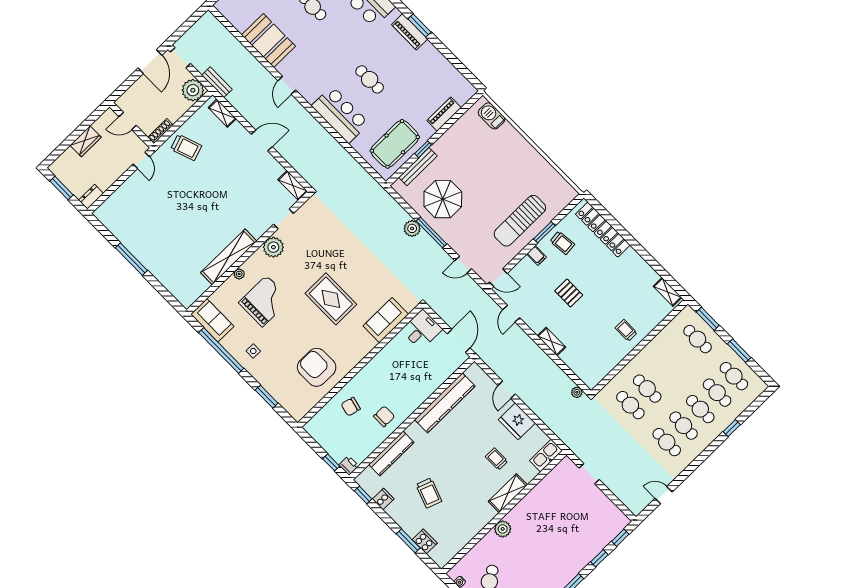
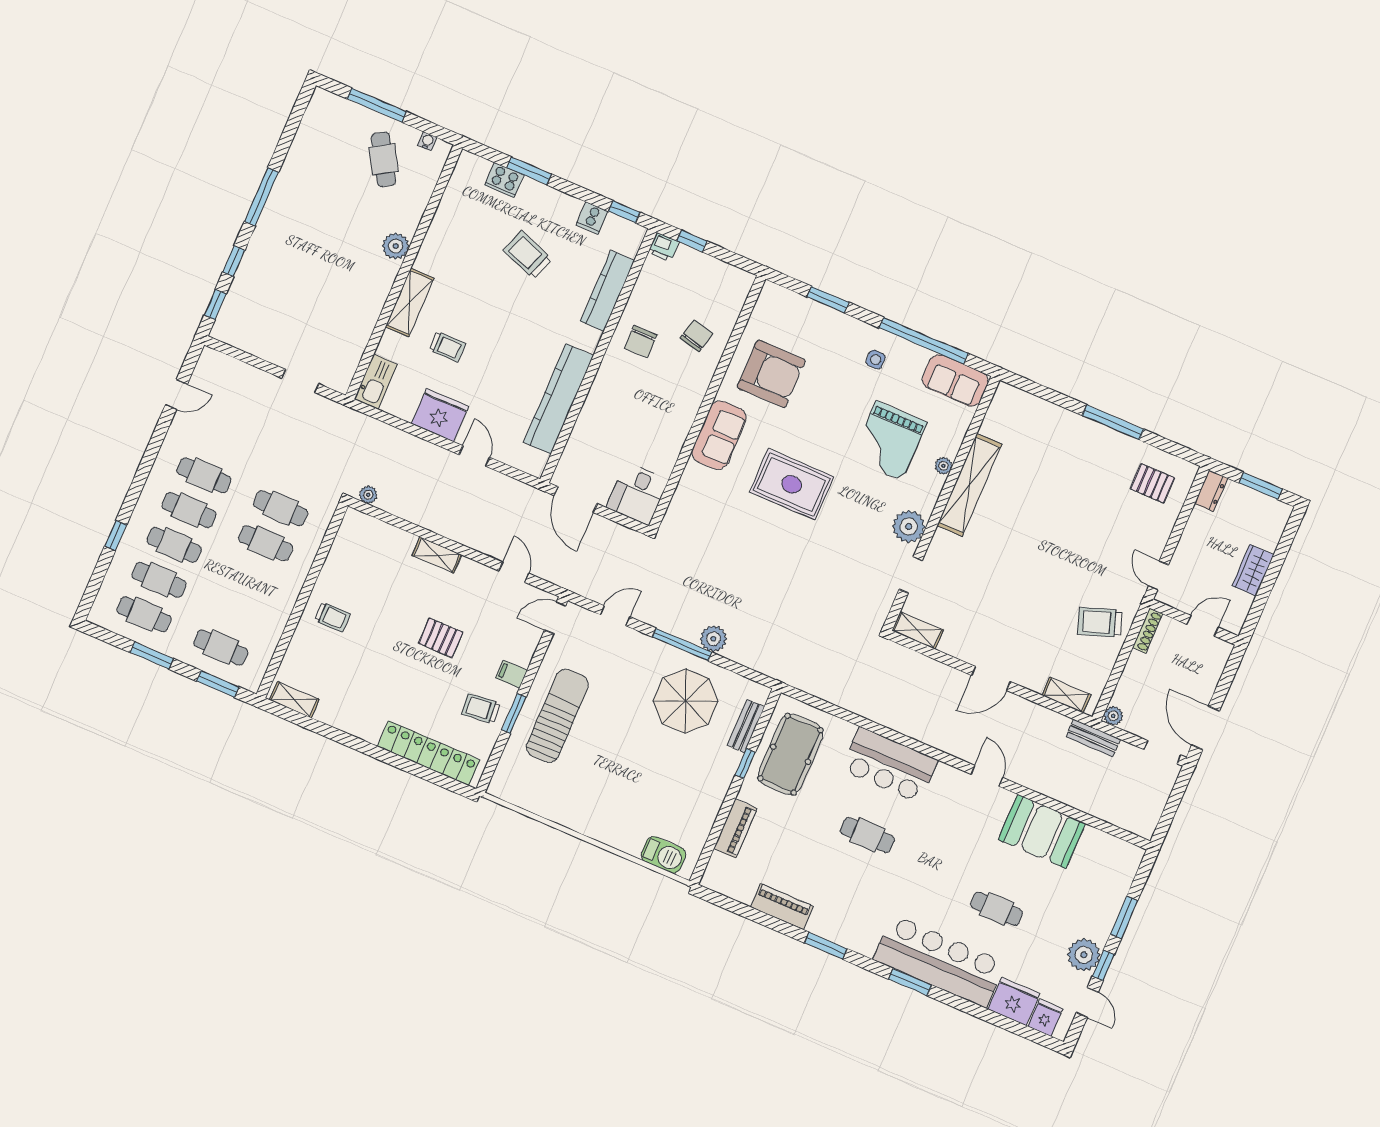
piano: (410, 32) -> (782, 907), moved
plant: (193, 90) -> (1113, 716), width x0.53, depth x0.53
bench: (418, 167) -> (746, 726), width x0.73
pallet: (123, 215) -> (1152, 483), added
sofa: (386, 320) -> (719, 435), moved

